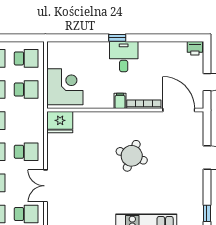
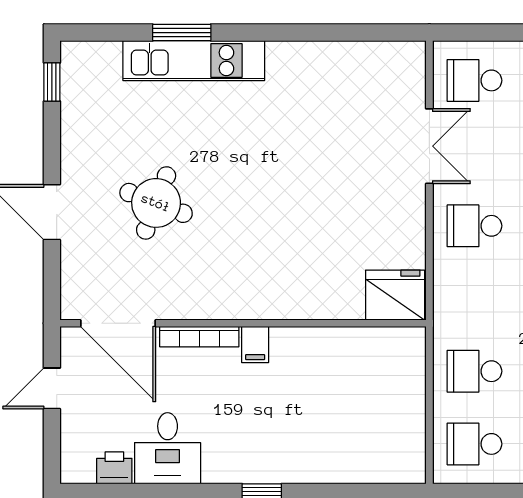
printer: (195, 48) -> (114, 468), moved
desk: (124, 57) -> (168, 448), moved
corner desk: (65, 87) -> (384, 378), removed
round table: (132, 156) -> (156, 203), moved

